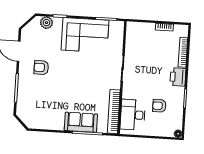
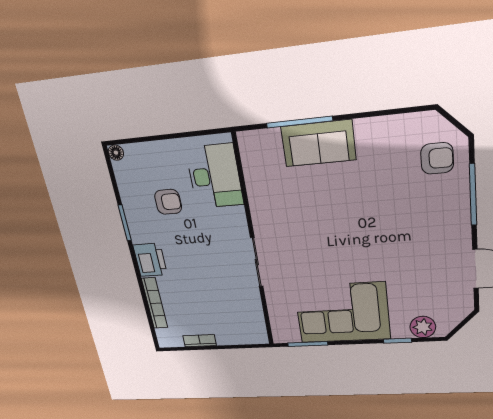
armchair: (41, 67) -> (437, 158), moved
bookcase: (114, 112) -> (254, 177), removed

